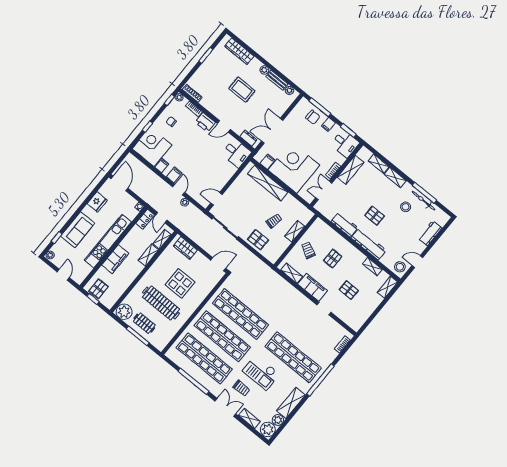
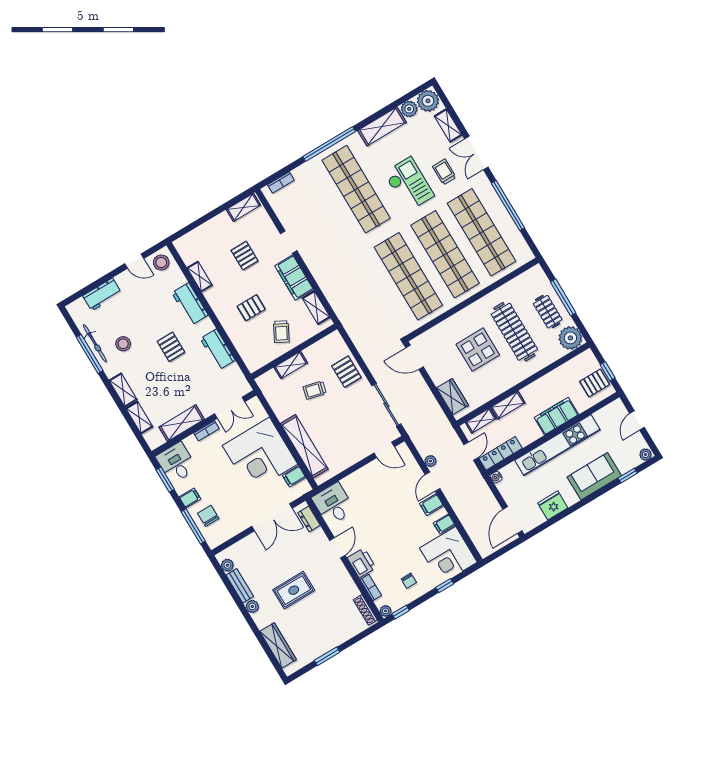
rug: (242, 90) -> (294, 590), turned 90
door: (224, 126) -> (337, 548), hinge flipped
locker: (145, 219) -> (501, 453), width x1.53
workbench: (369, 244) -> (190, 304), width x0.73
shelving: (387, 287) -> (243, 207), moved

